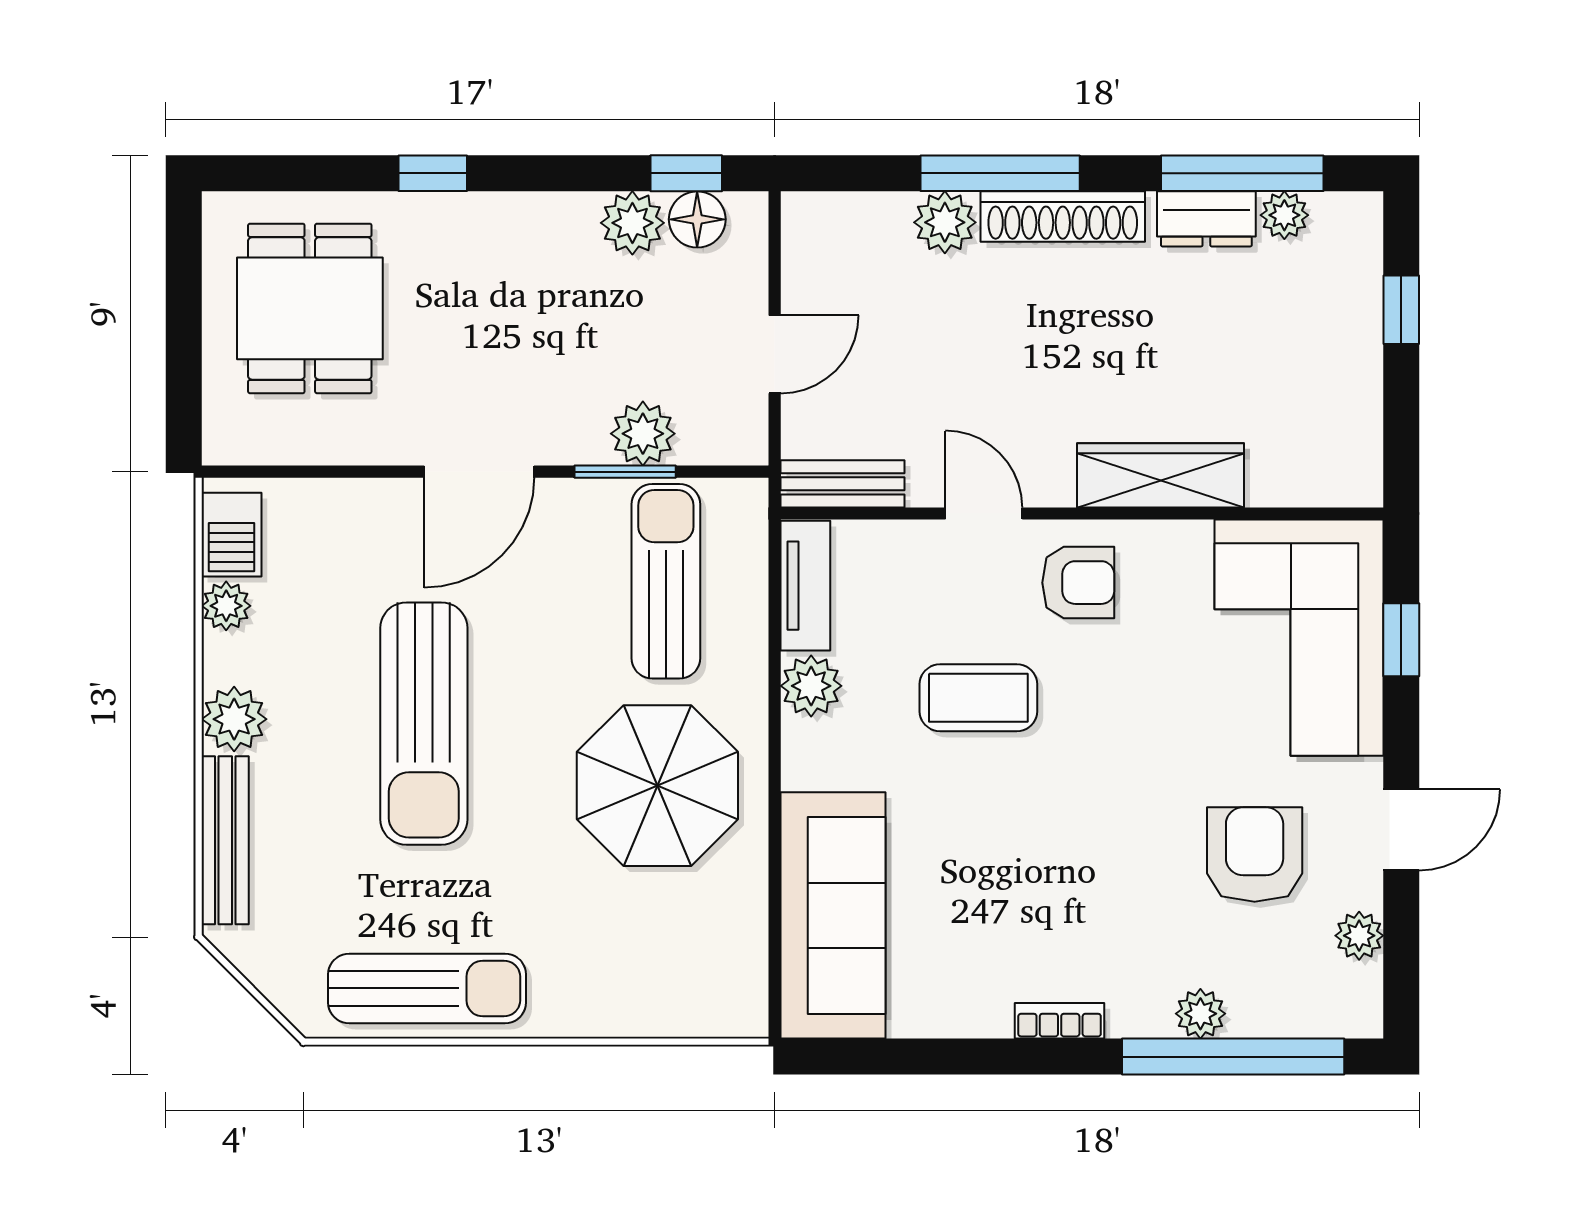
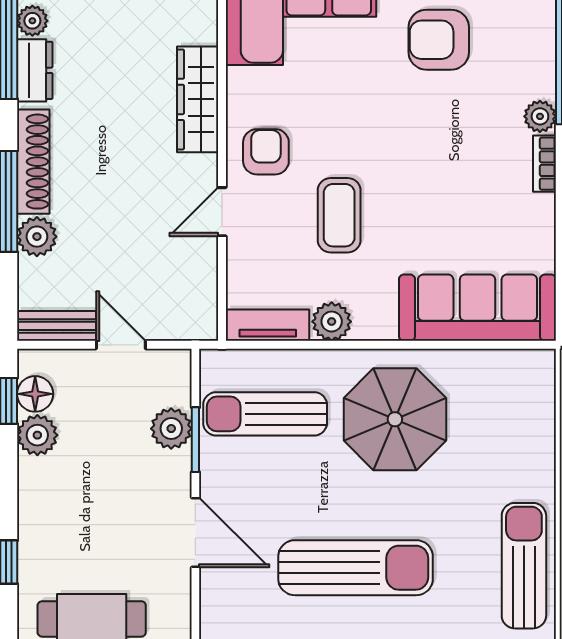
bench: (843, 484) -> (57, 326), moved, turned 90
plant: (1200, 1014) -> (540, 116), moved

